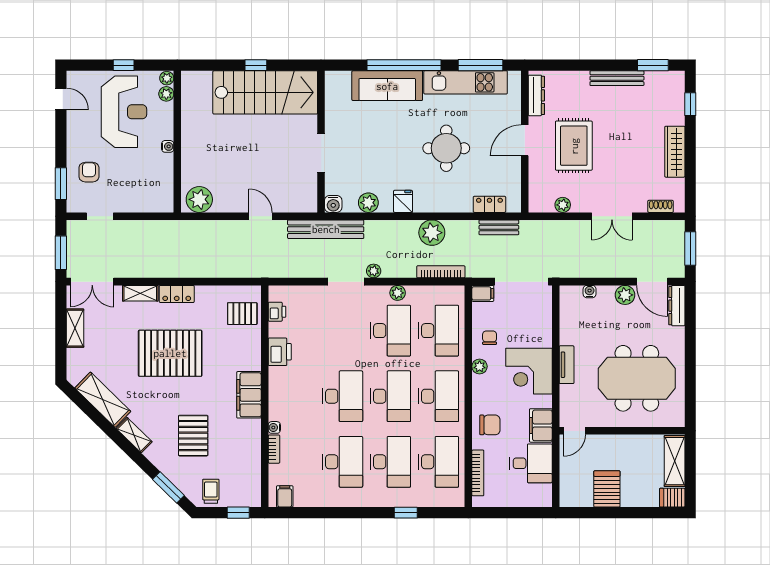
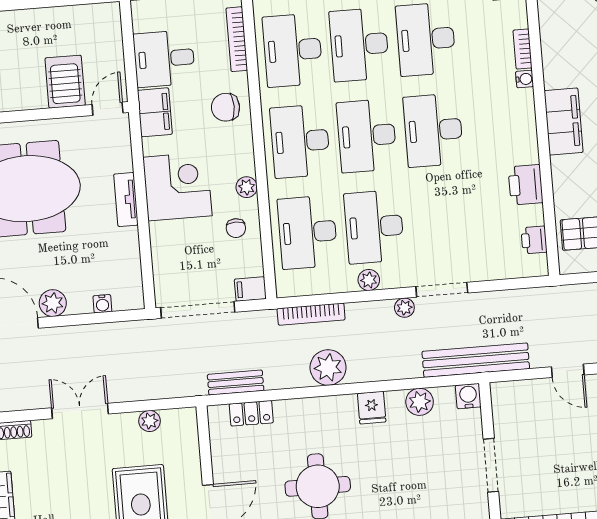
server rack: (607, 489) -> (65, 82), moved, turned 180

